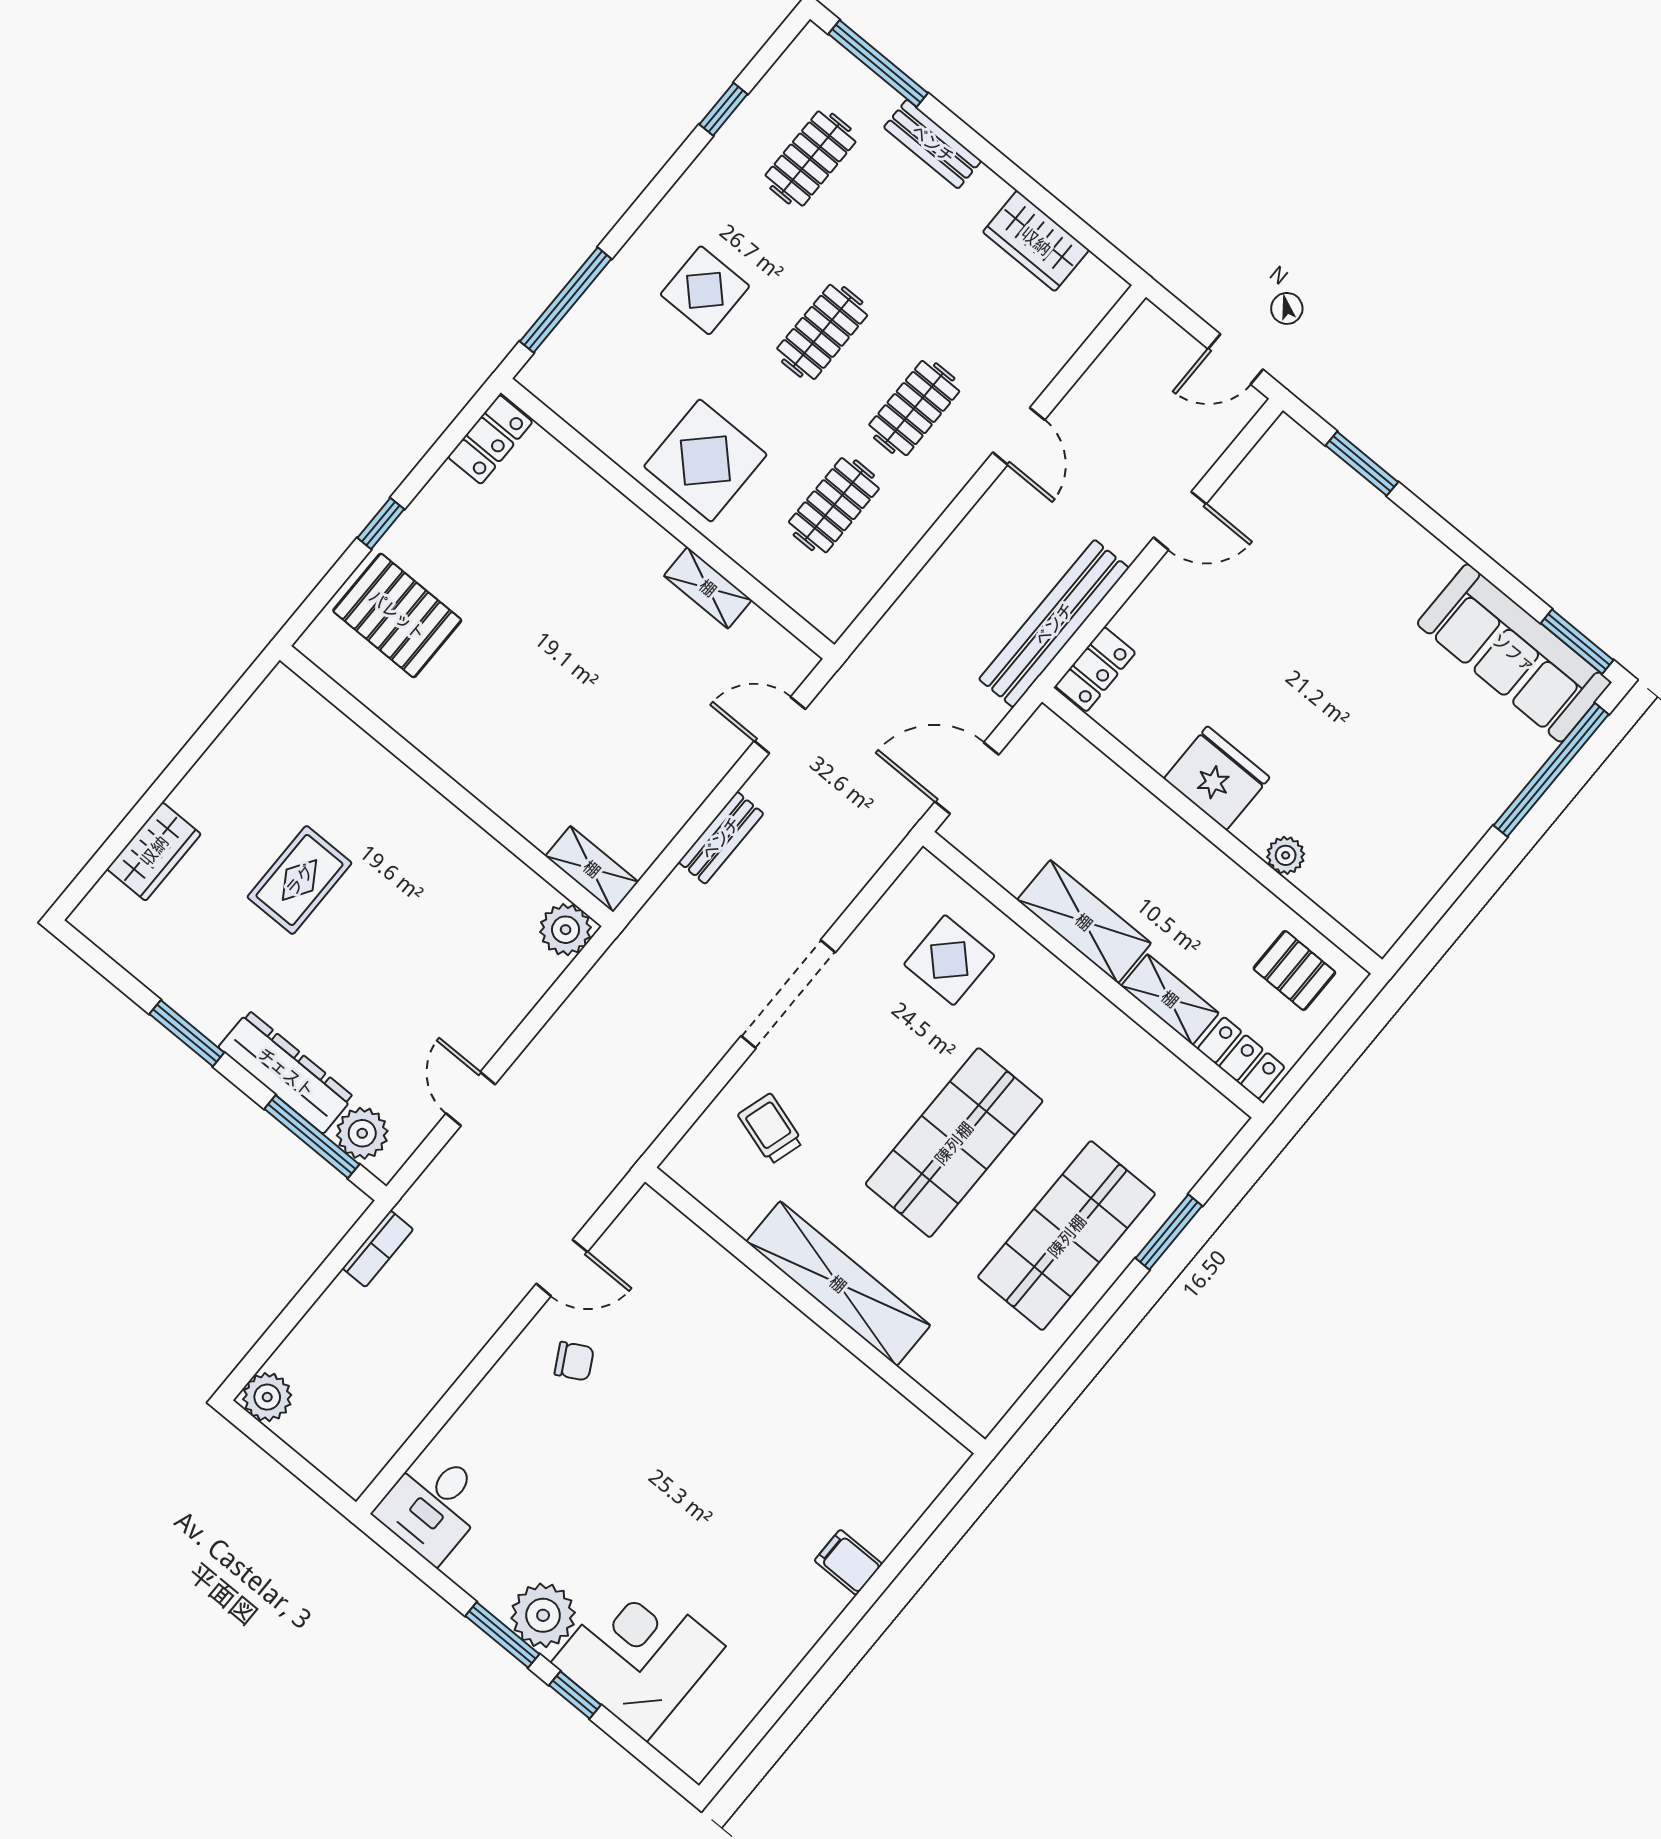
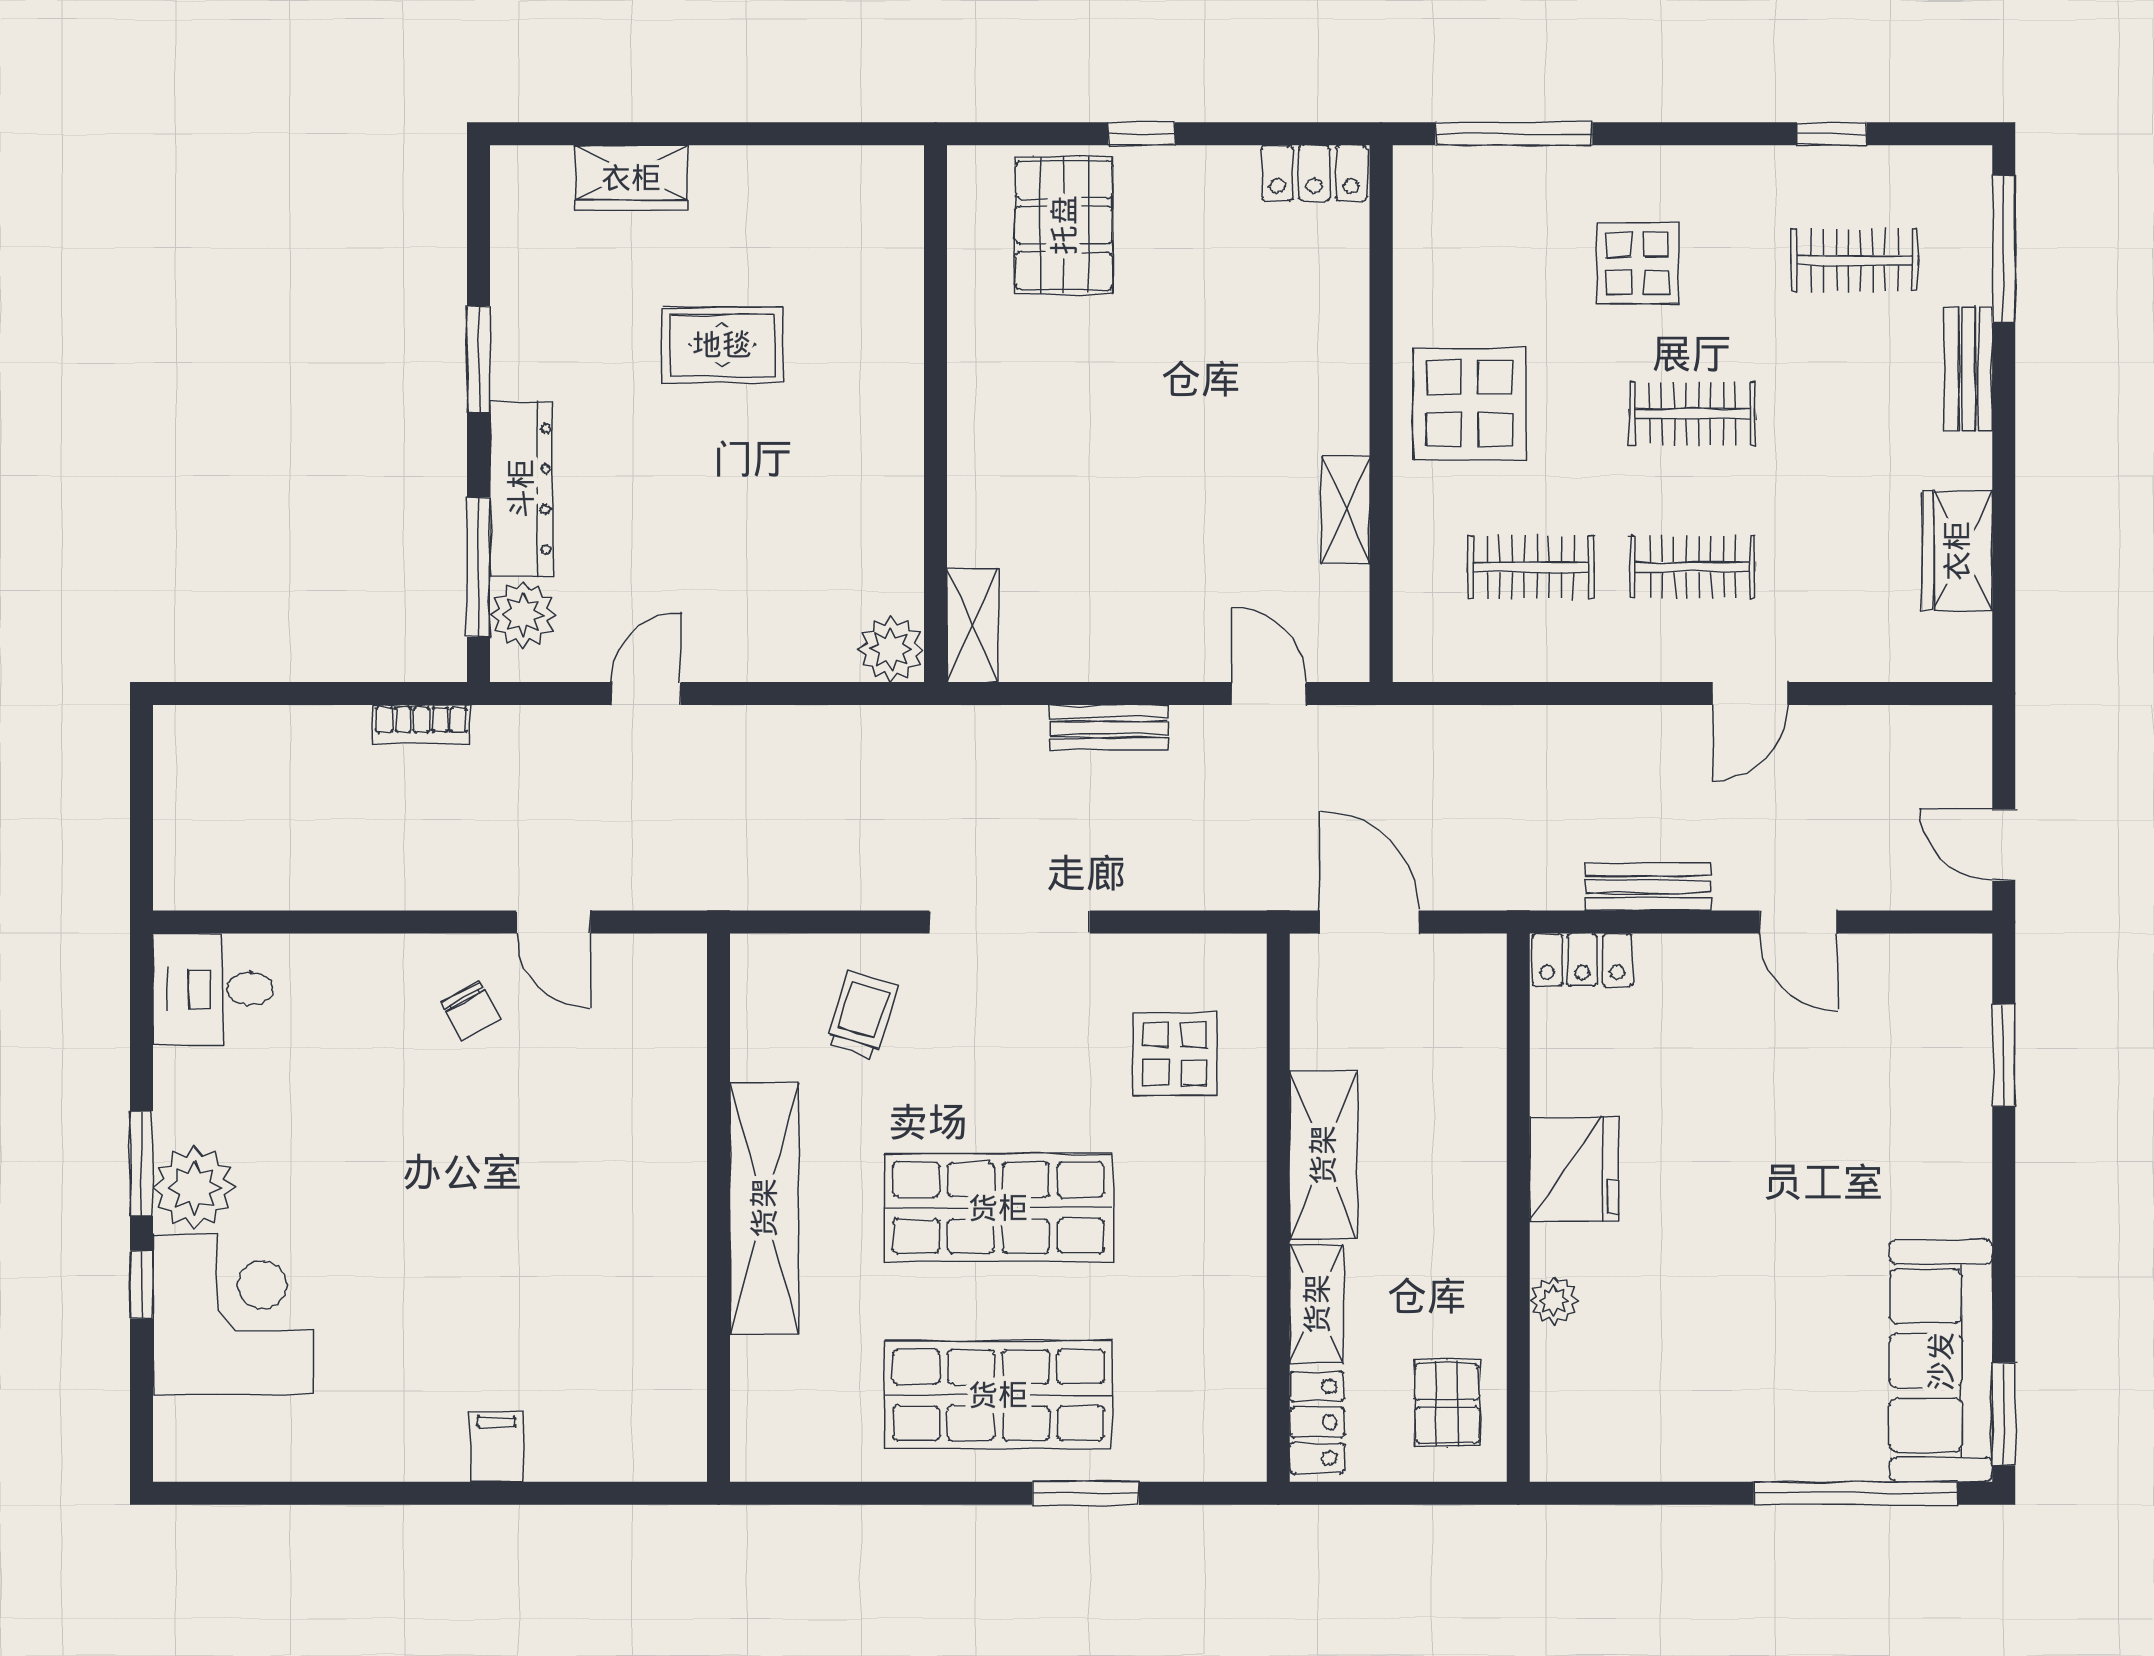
bench: (1054, 624) -> (1648, 887), width x0.54, depth x0.82
plant: (267, 1397) -> (184, 736), removed

